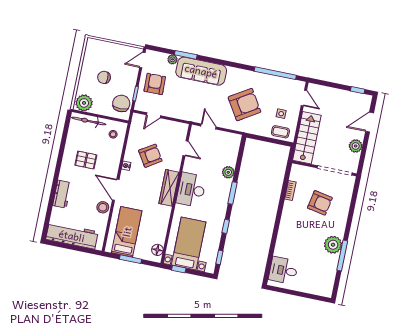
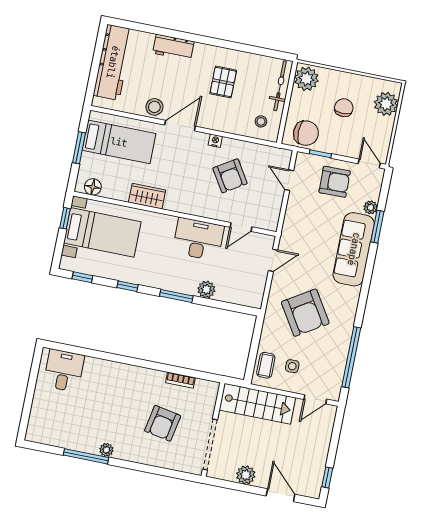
plant: (102, 48) -> (386, 104), added
wardrobe: (169, 188) -> (147, 196), moved, width x0.67
desk: (191, 190) -> (198, 239), moved
plant: (333, 245) -> (106, 450), width x0.53, depth x0.53

